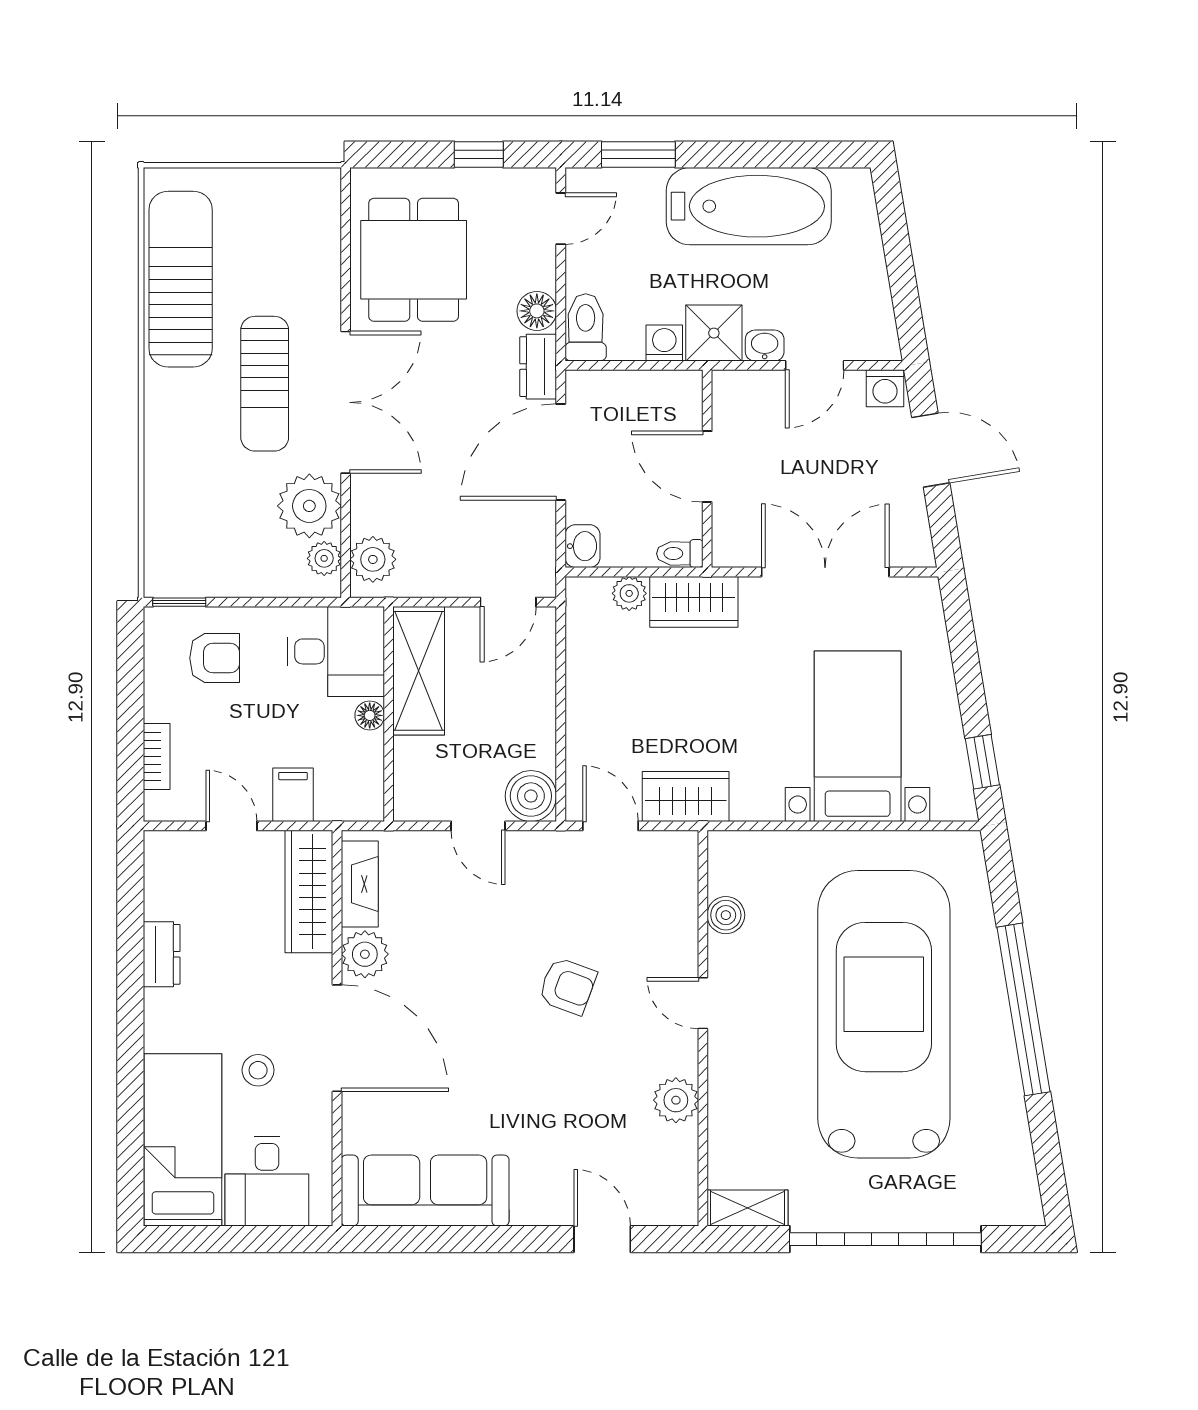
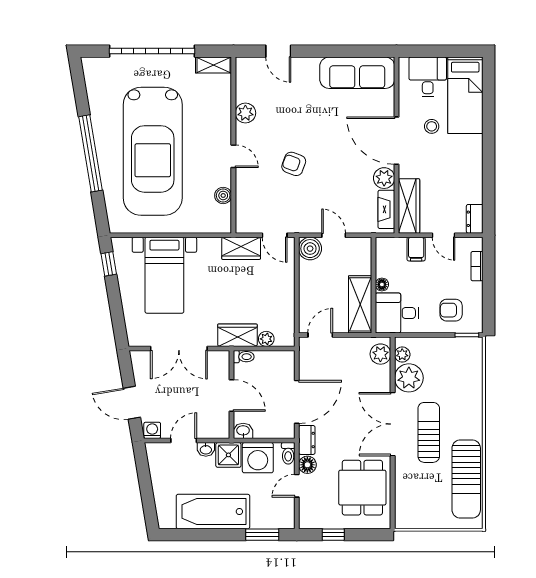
door: (561, 219) -> (297, 486), moved
toilet: (586, 327) -> (288, 453), width x0.73, depth x0.72
washing machine: (664, 343) -> (258, 458), width x1.89, depth x1.89
washbasin: (583, 546) -> (243, 431), moved, turned 90
dresser: (162, 954) -> (475, 219), moved

